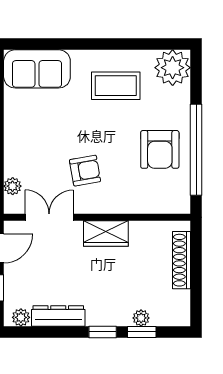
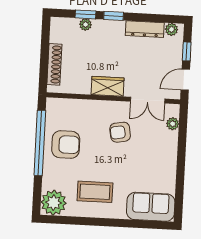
armchair: (160, 149) -> (66, 145), turned 90

